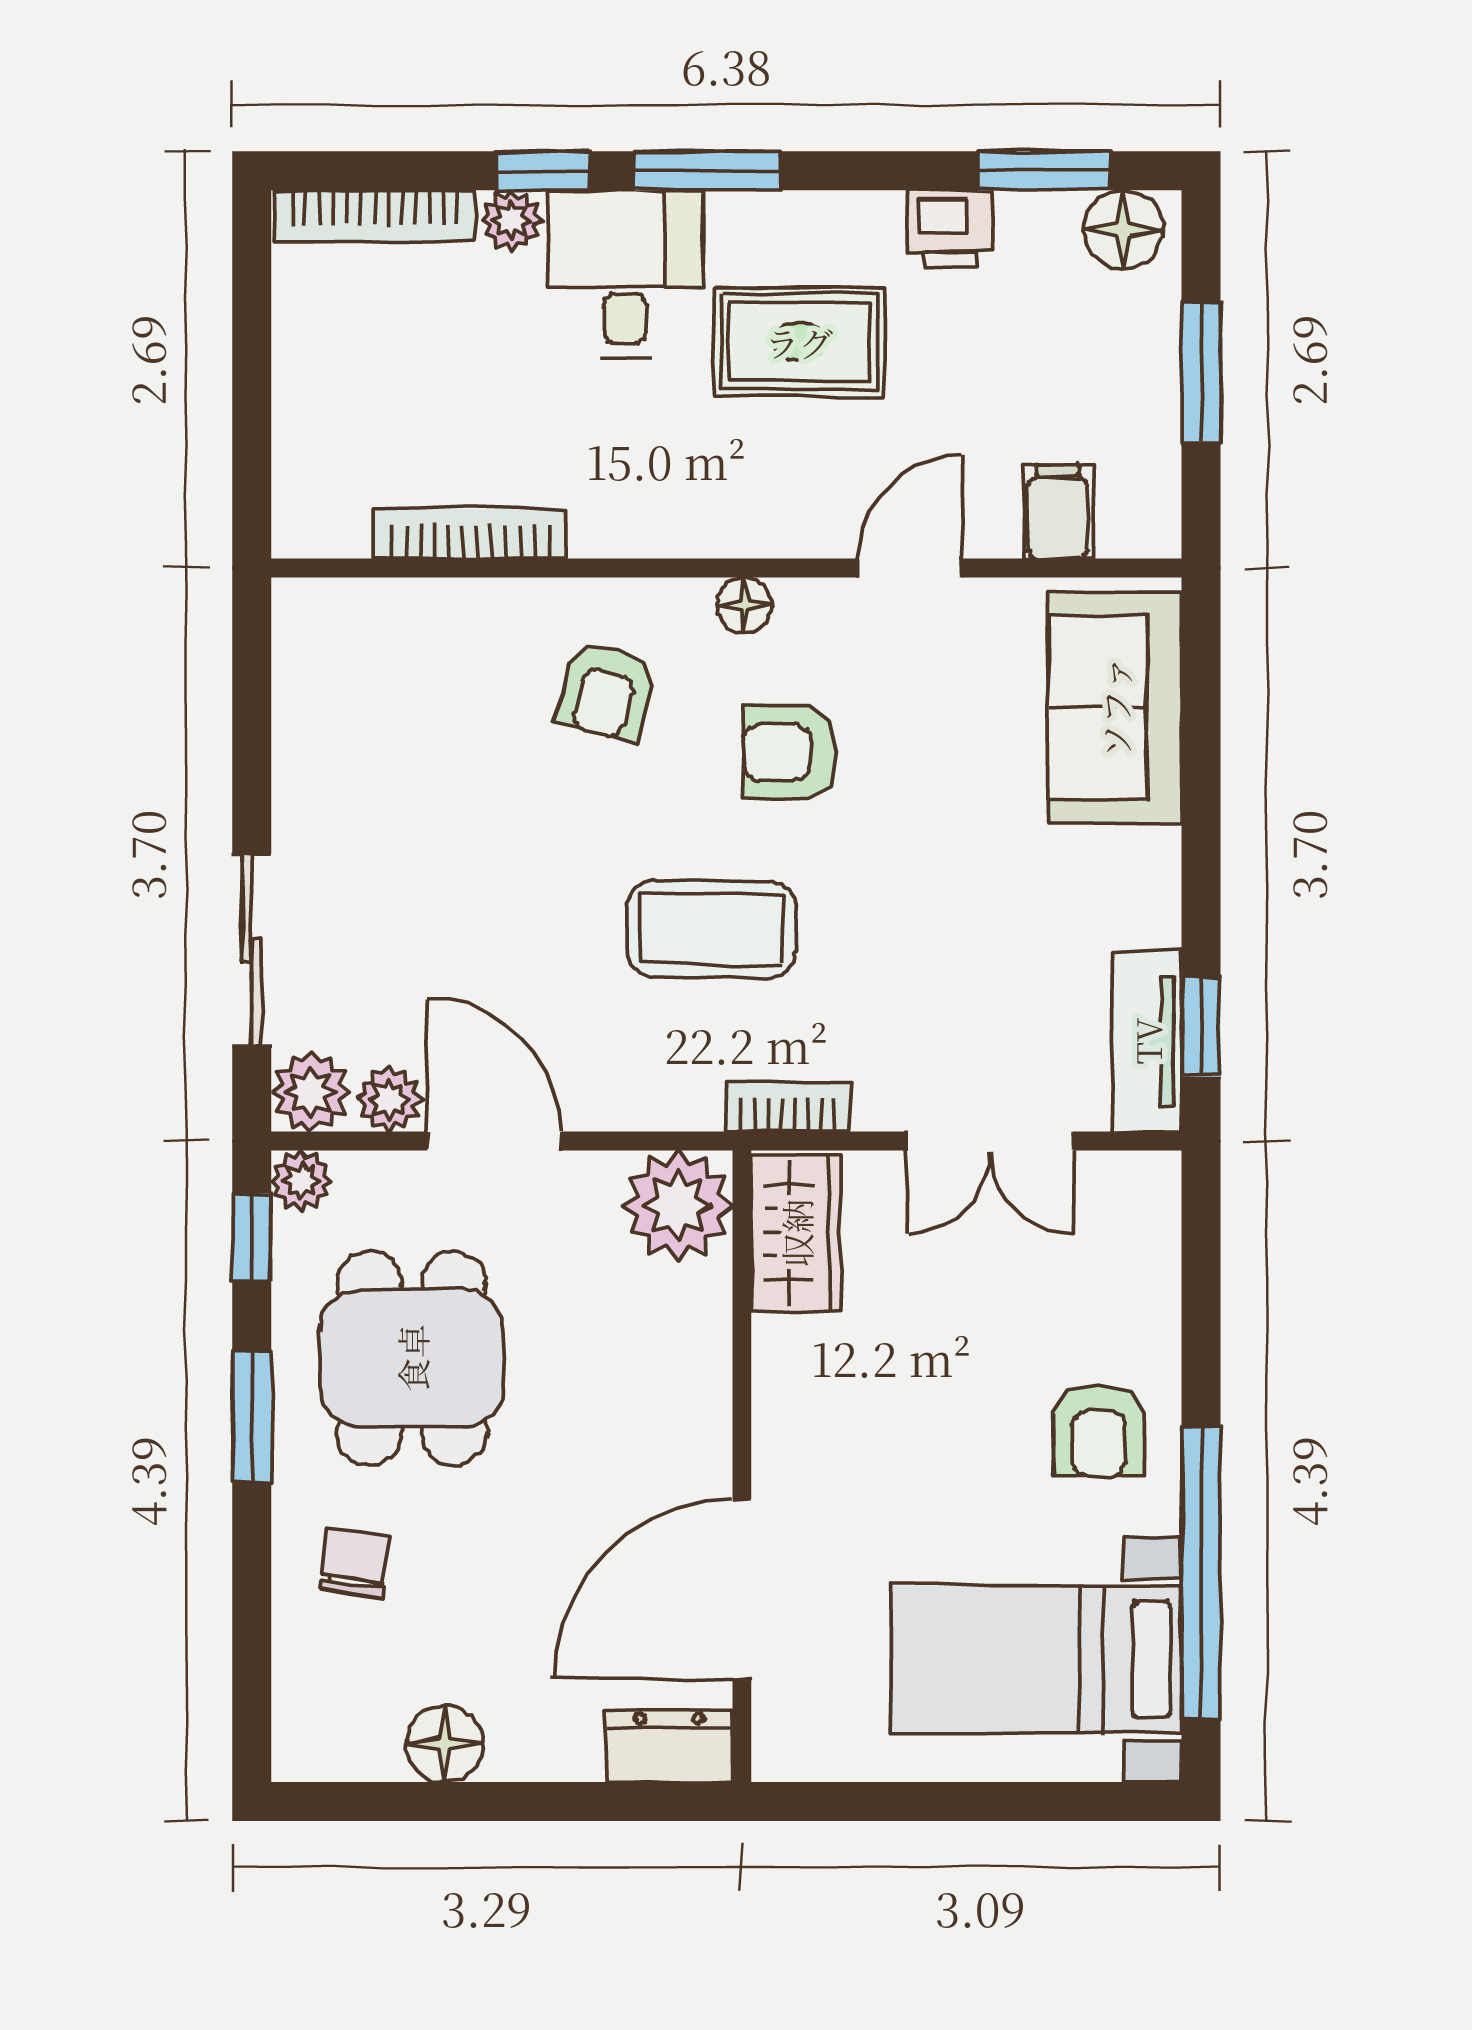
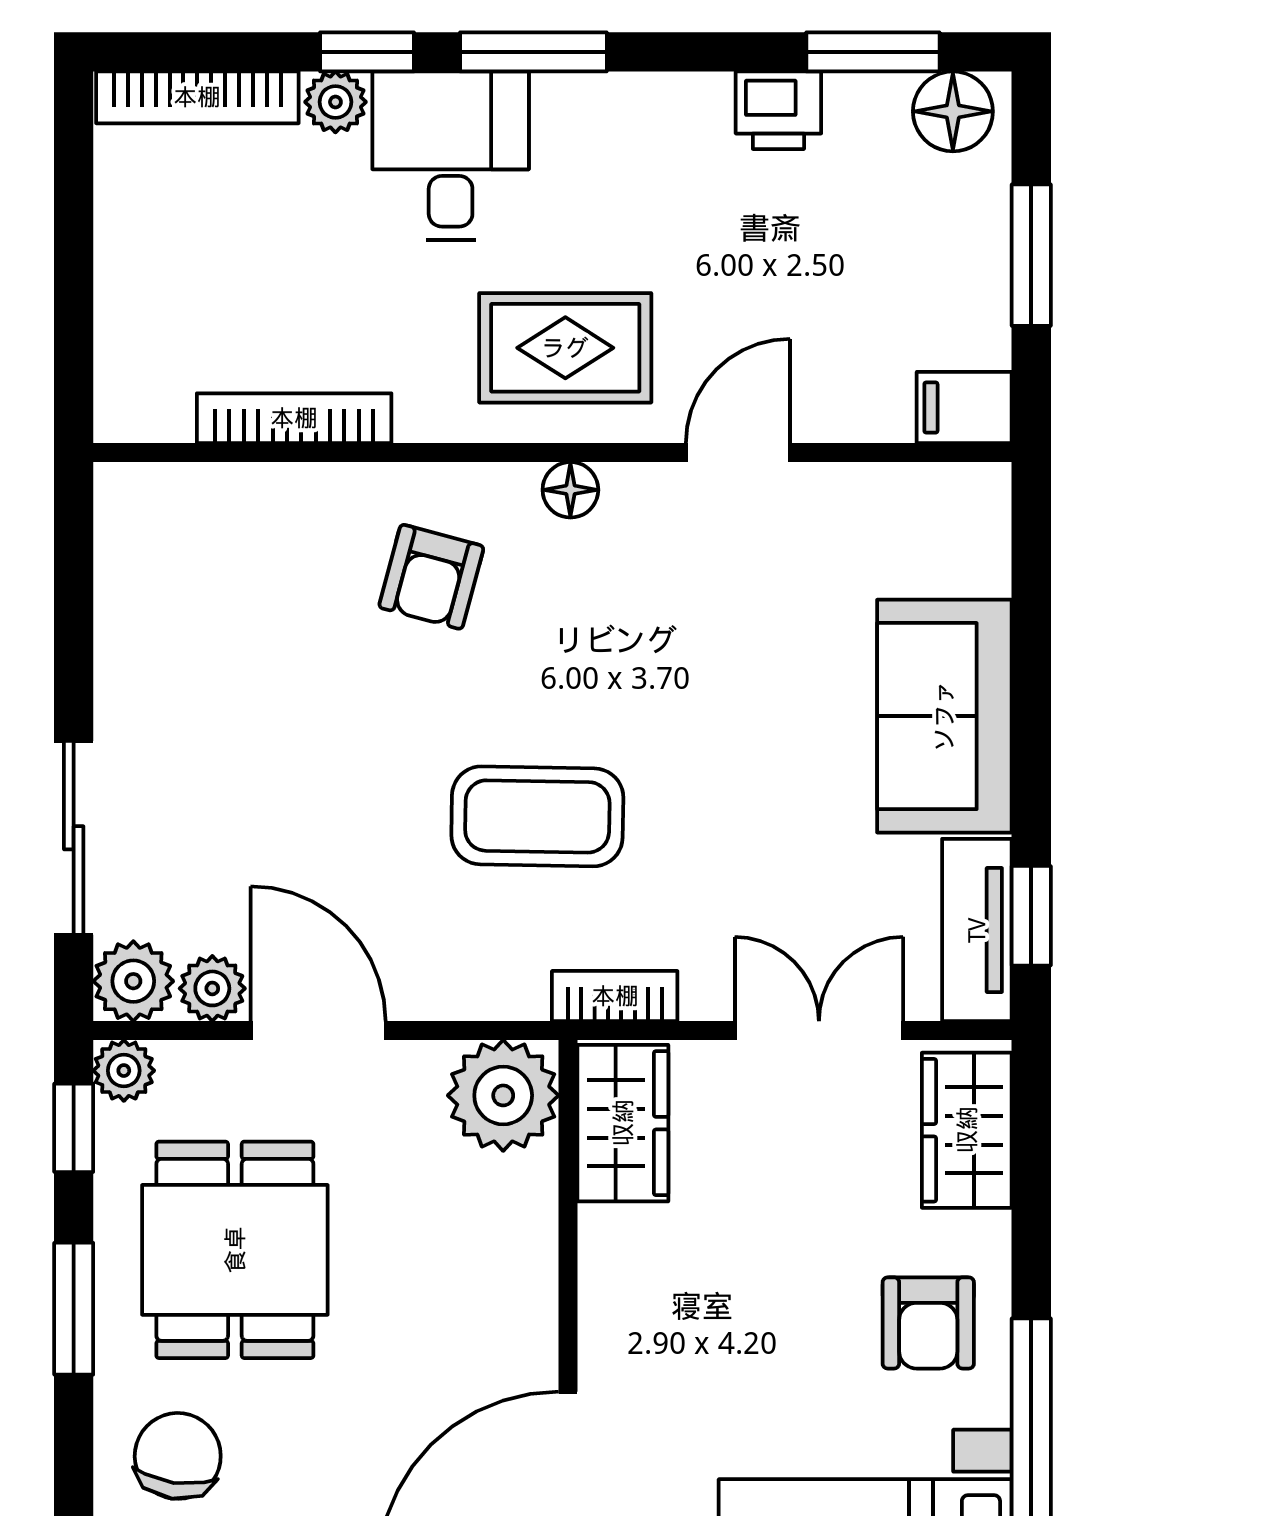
rug: (799, 342) -> (565, 348), moved
filing cabinet: (1058, 512) -> (964, 408), moved, turned -90
sofa: (1115, 707) -> (944, 716), moved
armchair: (790, 752) -> (617, 639), removed
double door: (990, 1141) -> (819, 1031), swing flipped
wardrobe: (1137, 1240) -> (967, 1130), added
chair: (355, 1563) -> (178, 1456), width x1.37, depth x1.37

